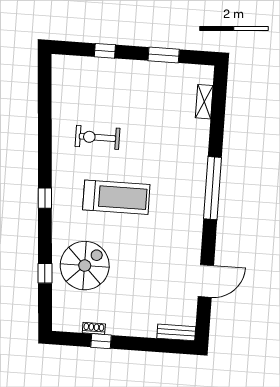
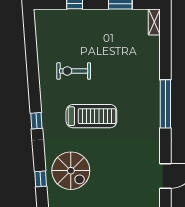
shelving: (204, 102) -> (154, 22), moved
spiral stairs: (85, 266) -> (71, 171), turned 90

